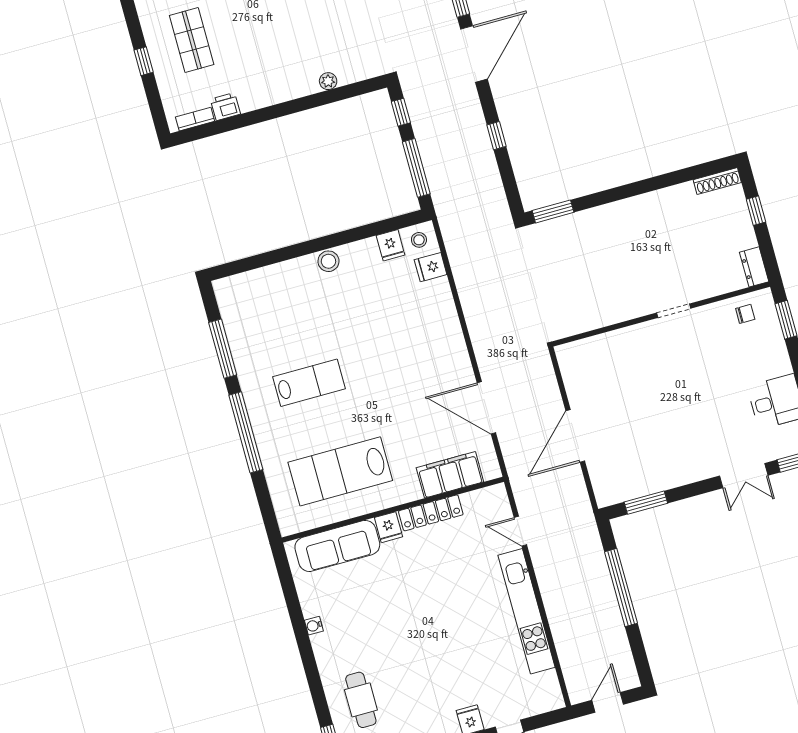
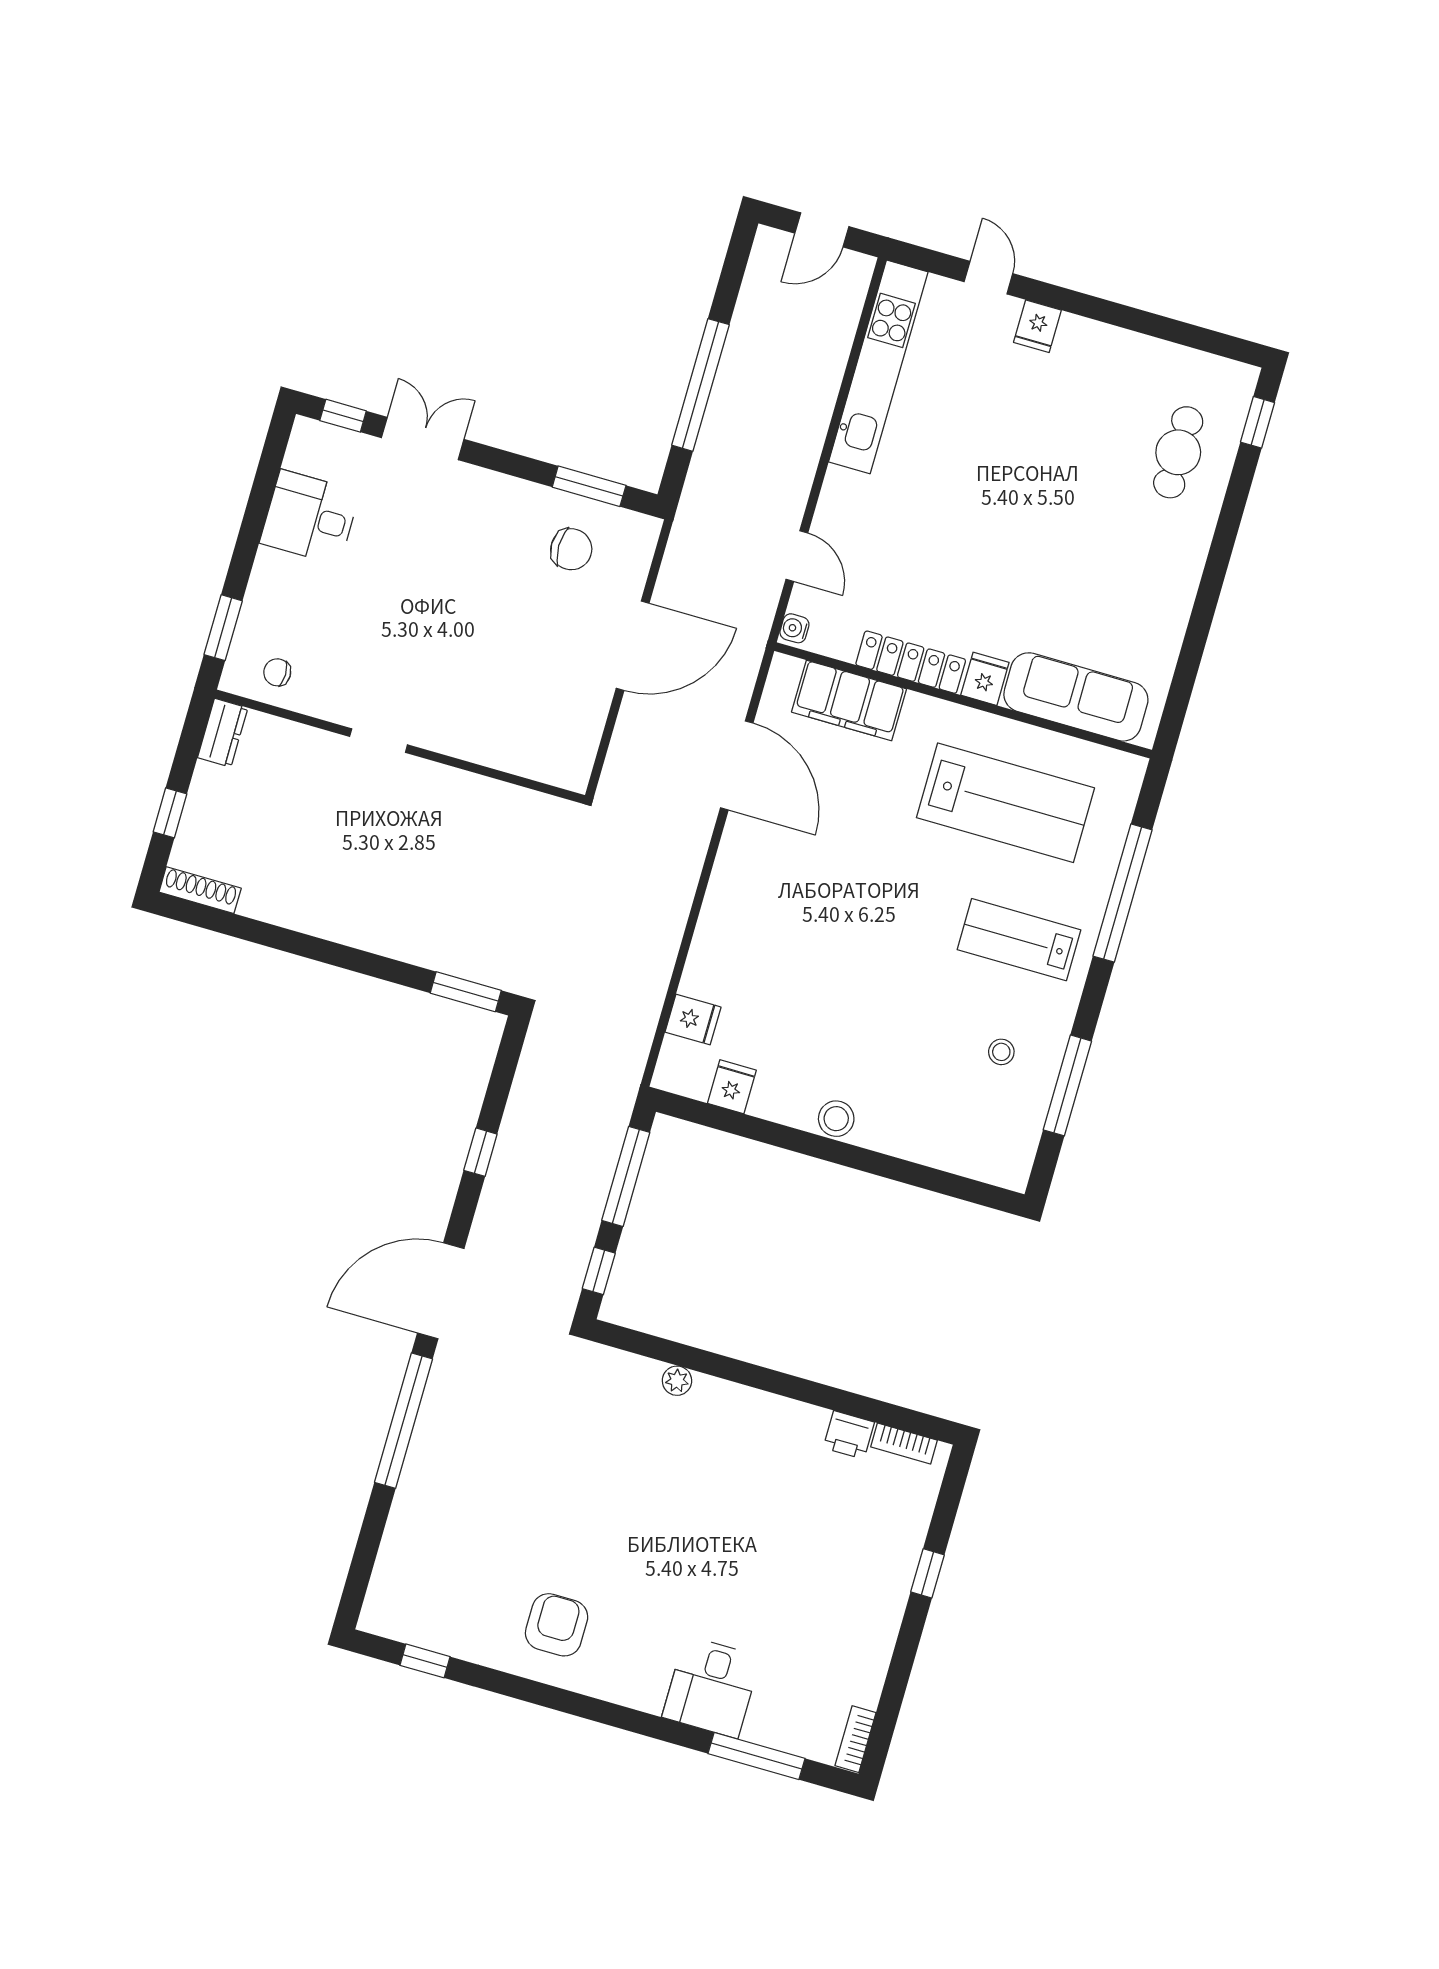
shop shelf: (192, 40) -> (839, 1562), removed
stool: (419, 240) -> (1001, 1052), moved
lab bench: (309, 383) -> (1019, 940), moved
window: (246, 432) -> (1123, 893), moved
chair: (635, 466) -> (571, 549), added
kitchen unit: (526, 611) -> (878, 367), moved
water cooler: (314, 626) -> (794, 628), moved, turned 180

